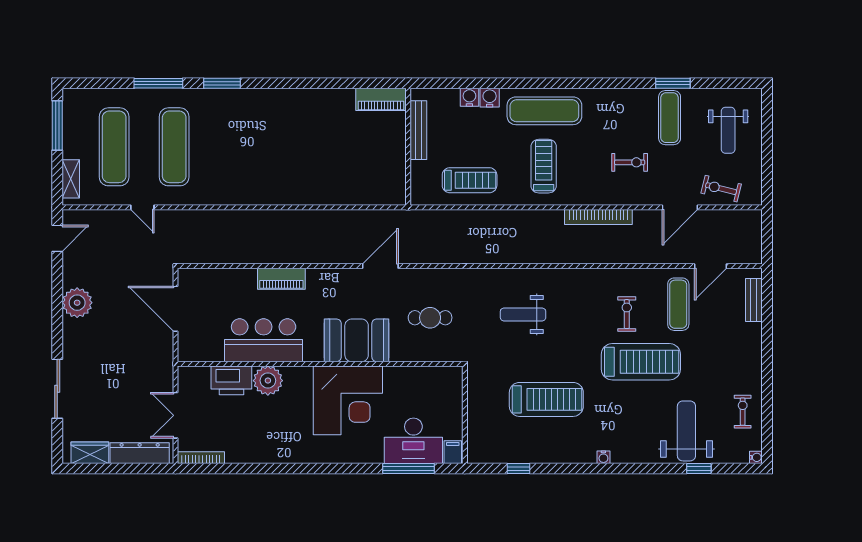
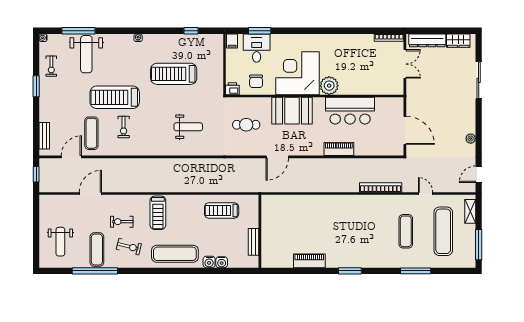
window: (222, 83) -> (350, 271), moved
window: (673, 83) -> (95, 271), width x2.11
piano: (381, 99) -> (309, 261), moved
bench: (418, 130) -> (253, 242), width x0.73
weight bench: (728, 130) -> (60, 242), turned 180
exercise mat: (174, 147) -> (406, 231), width x0.73, depth x0.69
treadmill: (544, 166) -> (158, 213), moved
exercise bike: (721, 189) -> (129, 247), moved
bookcase: (598, 217) -> (381, 188), moved
window: (767, 238) -> (36, 174), added
plant: (77, 303) -> (471, 139), width x0.53, depth x0.53
printer: (231, 380) -> (232, 89), moved, width x0.53, depth x0.68
window: (767, 380) -> (36, 86), added
plant: (268, 381) -> (329, 86), moved
chair: (414, 387) -> (256, 81), added
desk: (413, 441) -> (257, 48), width x0.73
window: (409, 468) -> (260, 31), width x0.69
window: (699, 468) -> (79, 31), width x2.17

